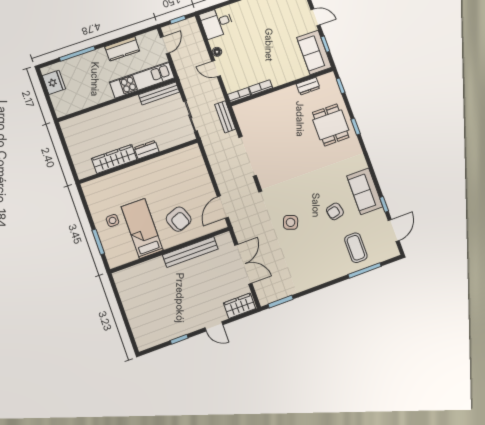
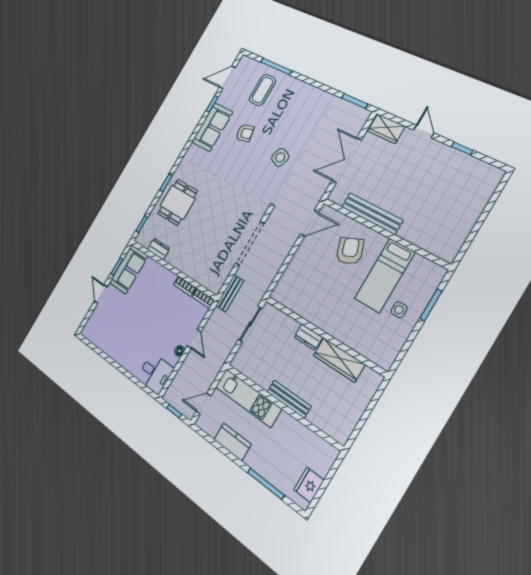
bench: (159, 93) -> (289, 399), moved

